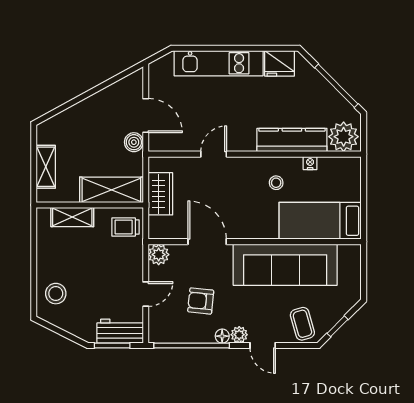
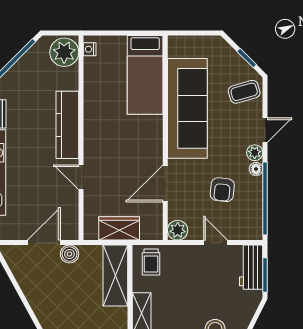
kitchen counter: (292, 140) -> (67, 125), moved
nightstand: (310, 163) -> (90, 49), moved
stool: (276, 183) -> (108, 117), removed

